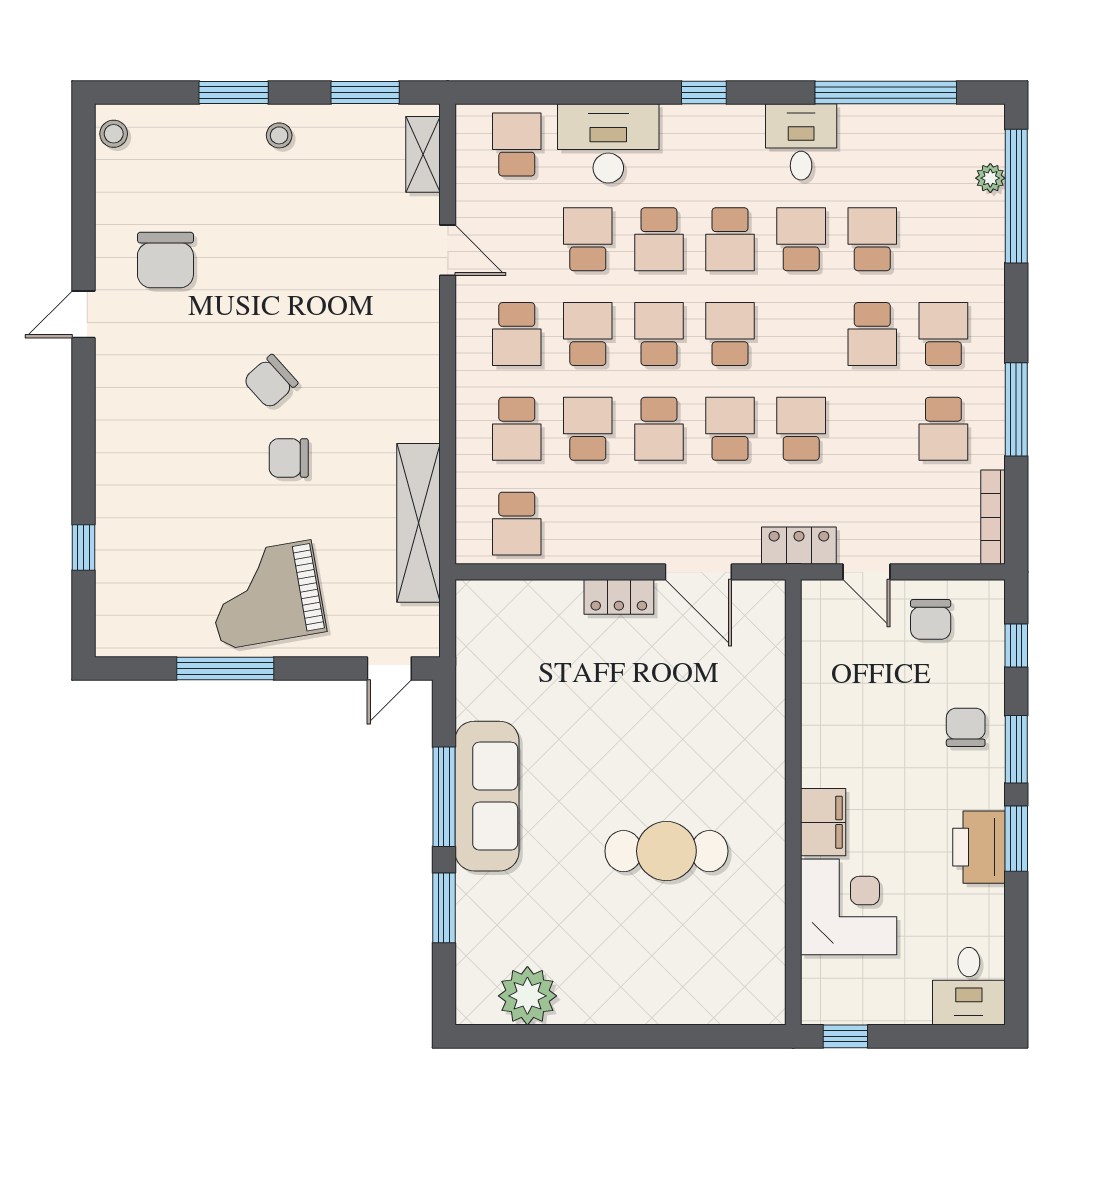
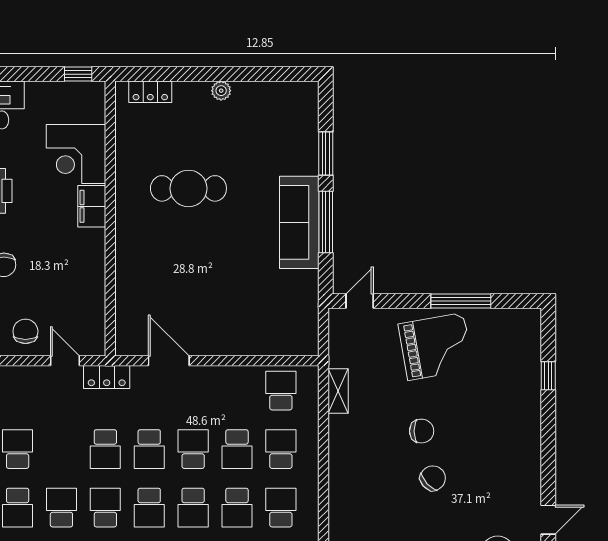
school desk: (801, 334) -> (105, 508), added
shelving: (418, 523) -> (338, 391), width x0.45, depth x0.75
locker: (619, 597) -> (150, 92), moved, turned 180
plant: (527, 996) -> (221, 91), moved, width x0.53, depth x0.53

